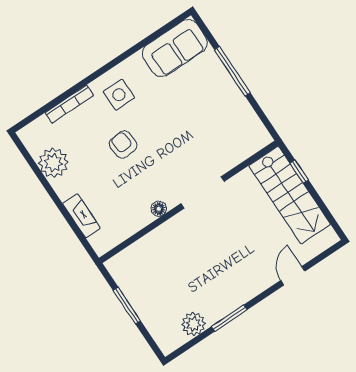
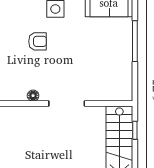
armchair: (123, 145) -> (37, 41), turned 95

